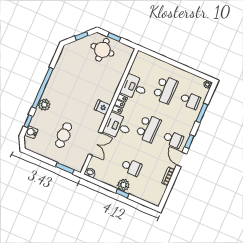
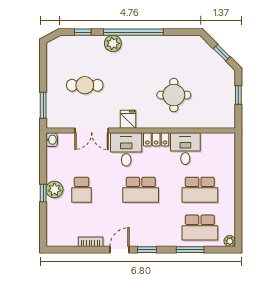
round table: (102, 50) -> (174, 95), moved
school desk: (190, 100) -> (200, 228), width x1.85
fridge: (102, 107) -> (128, 119), moved
water cooler: (31, 132) -> (71, 42), removed
school desk: (173, 139) -> (141, 228), removed

